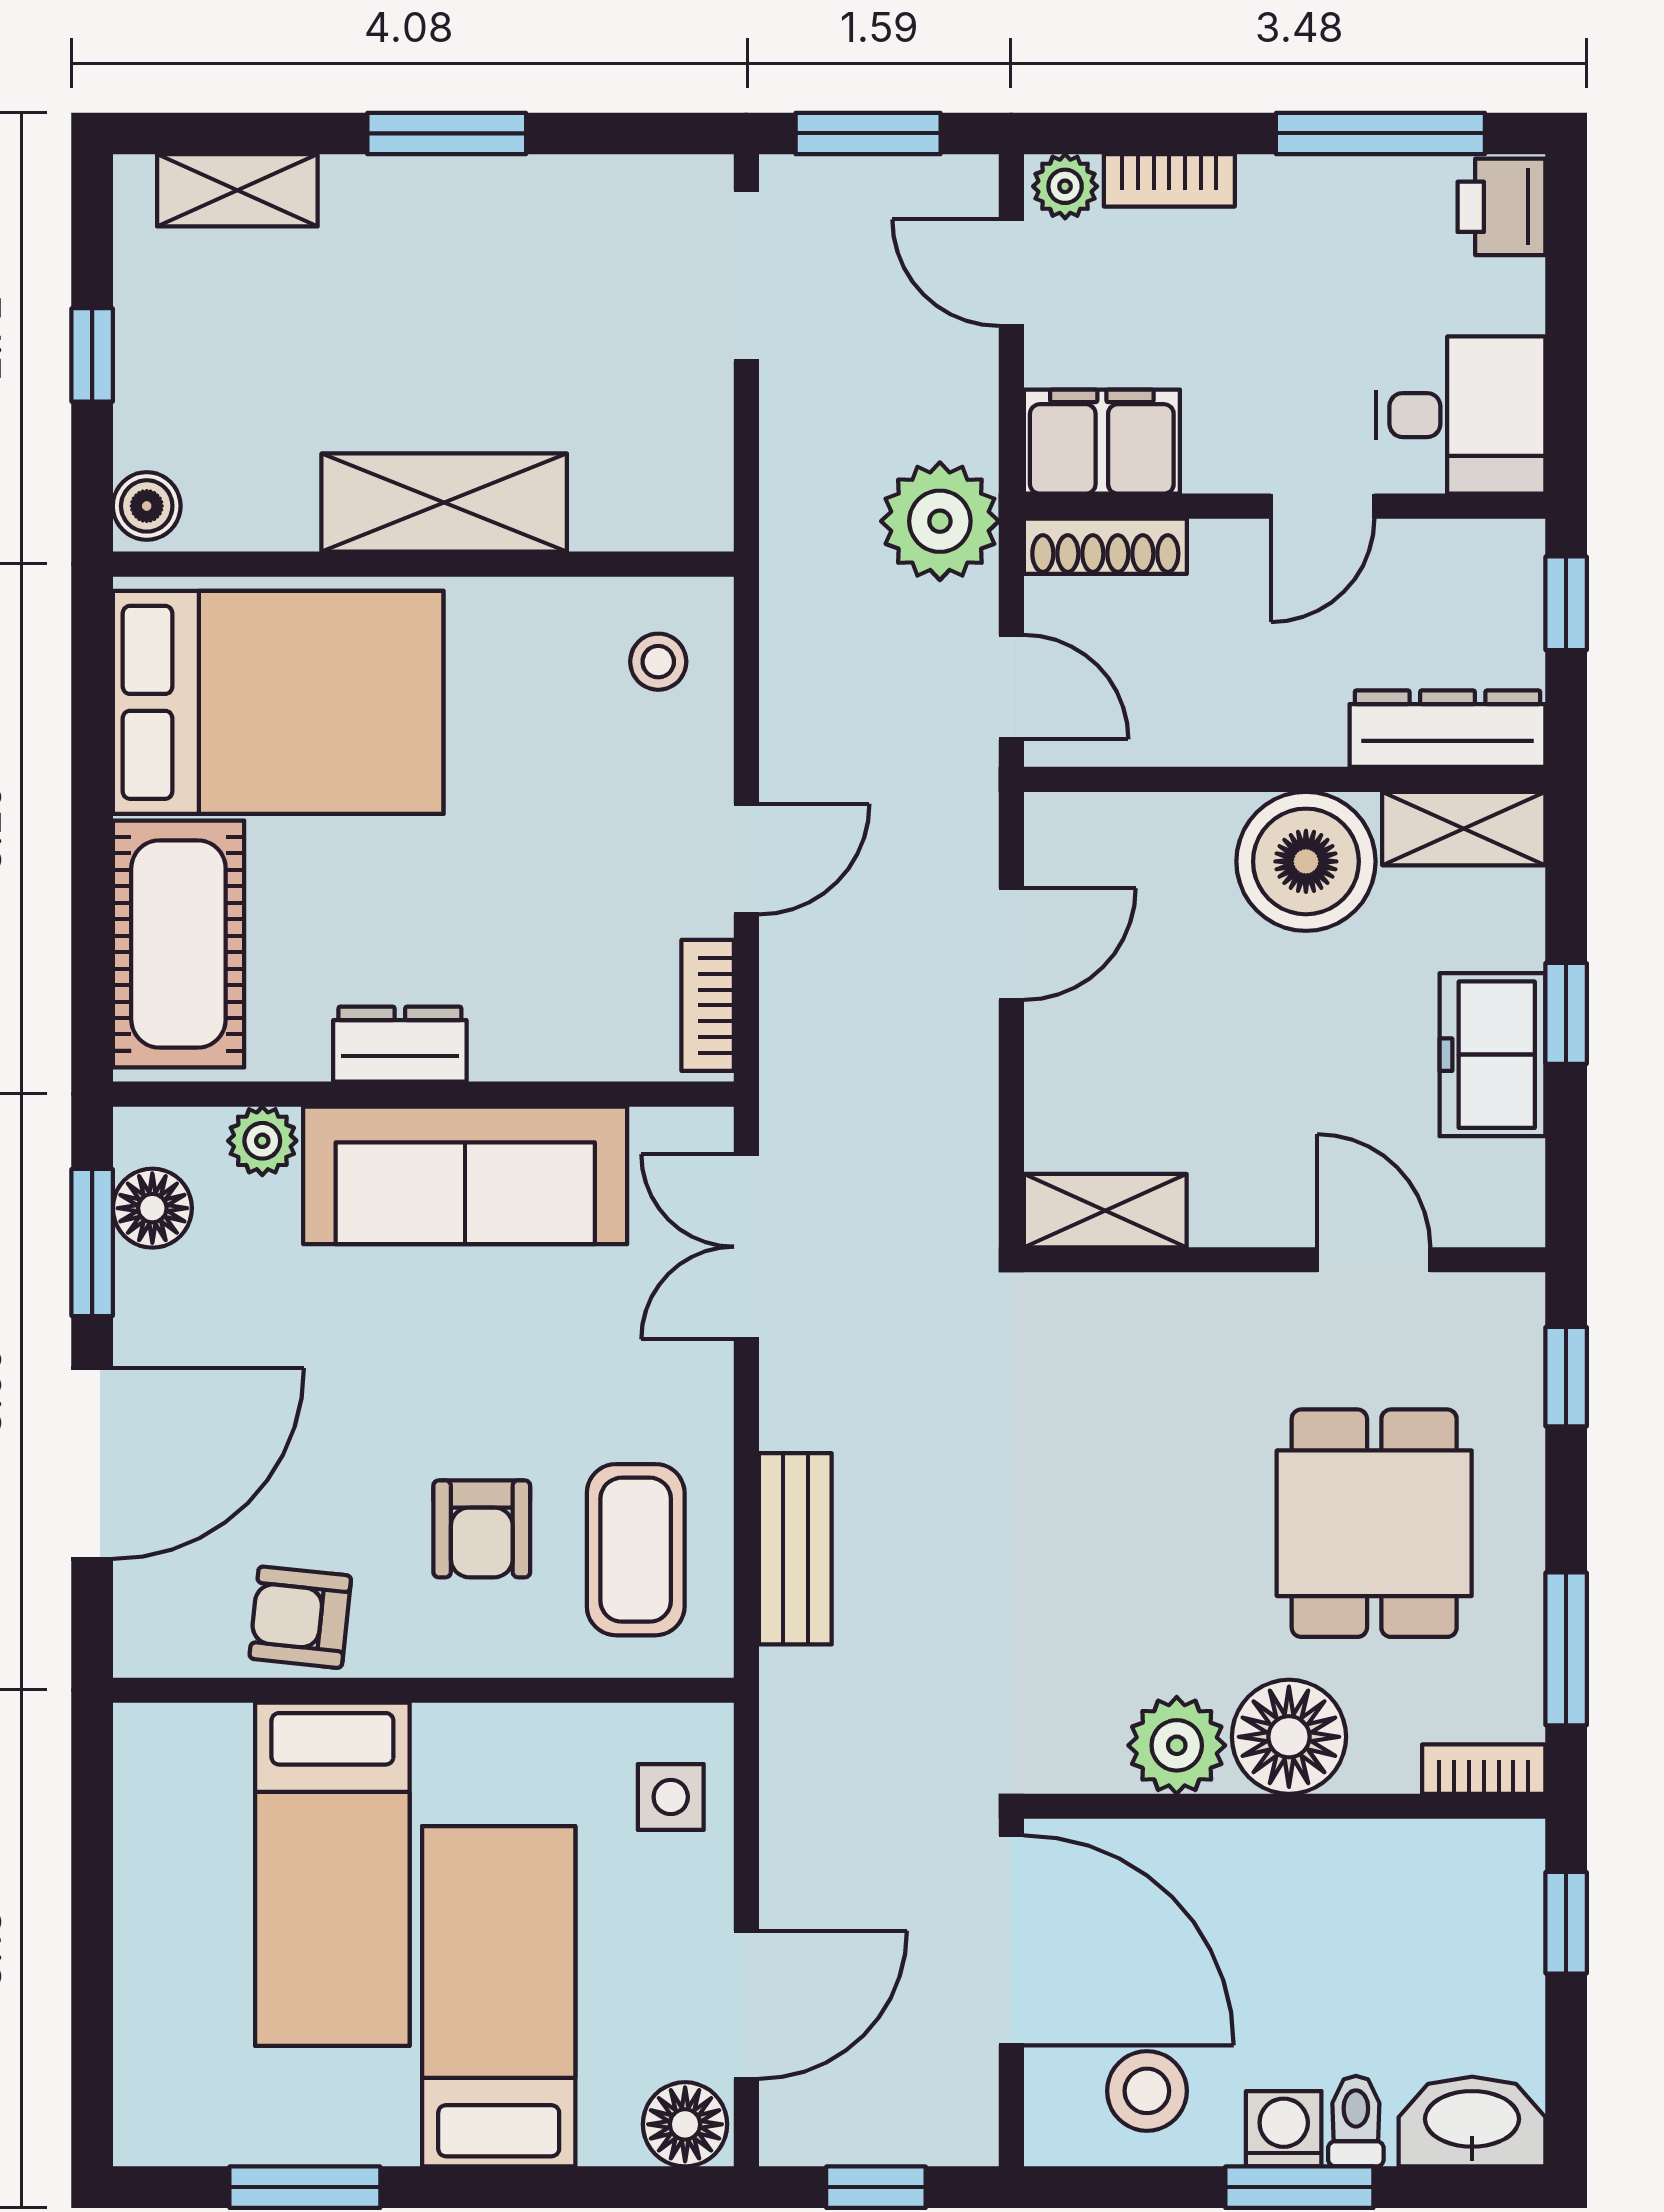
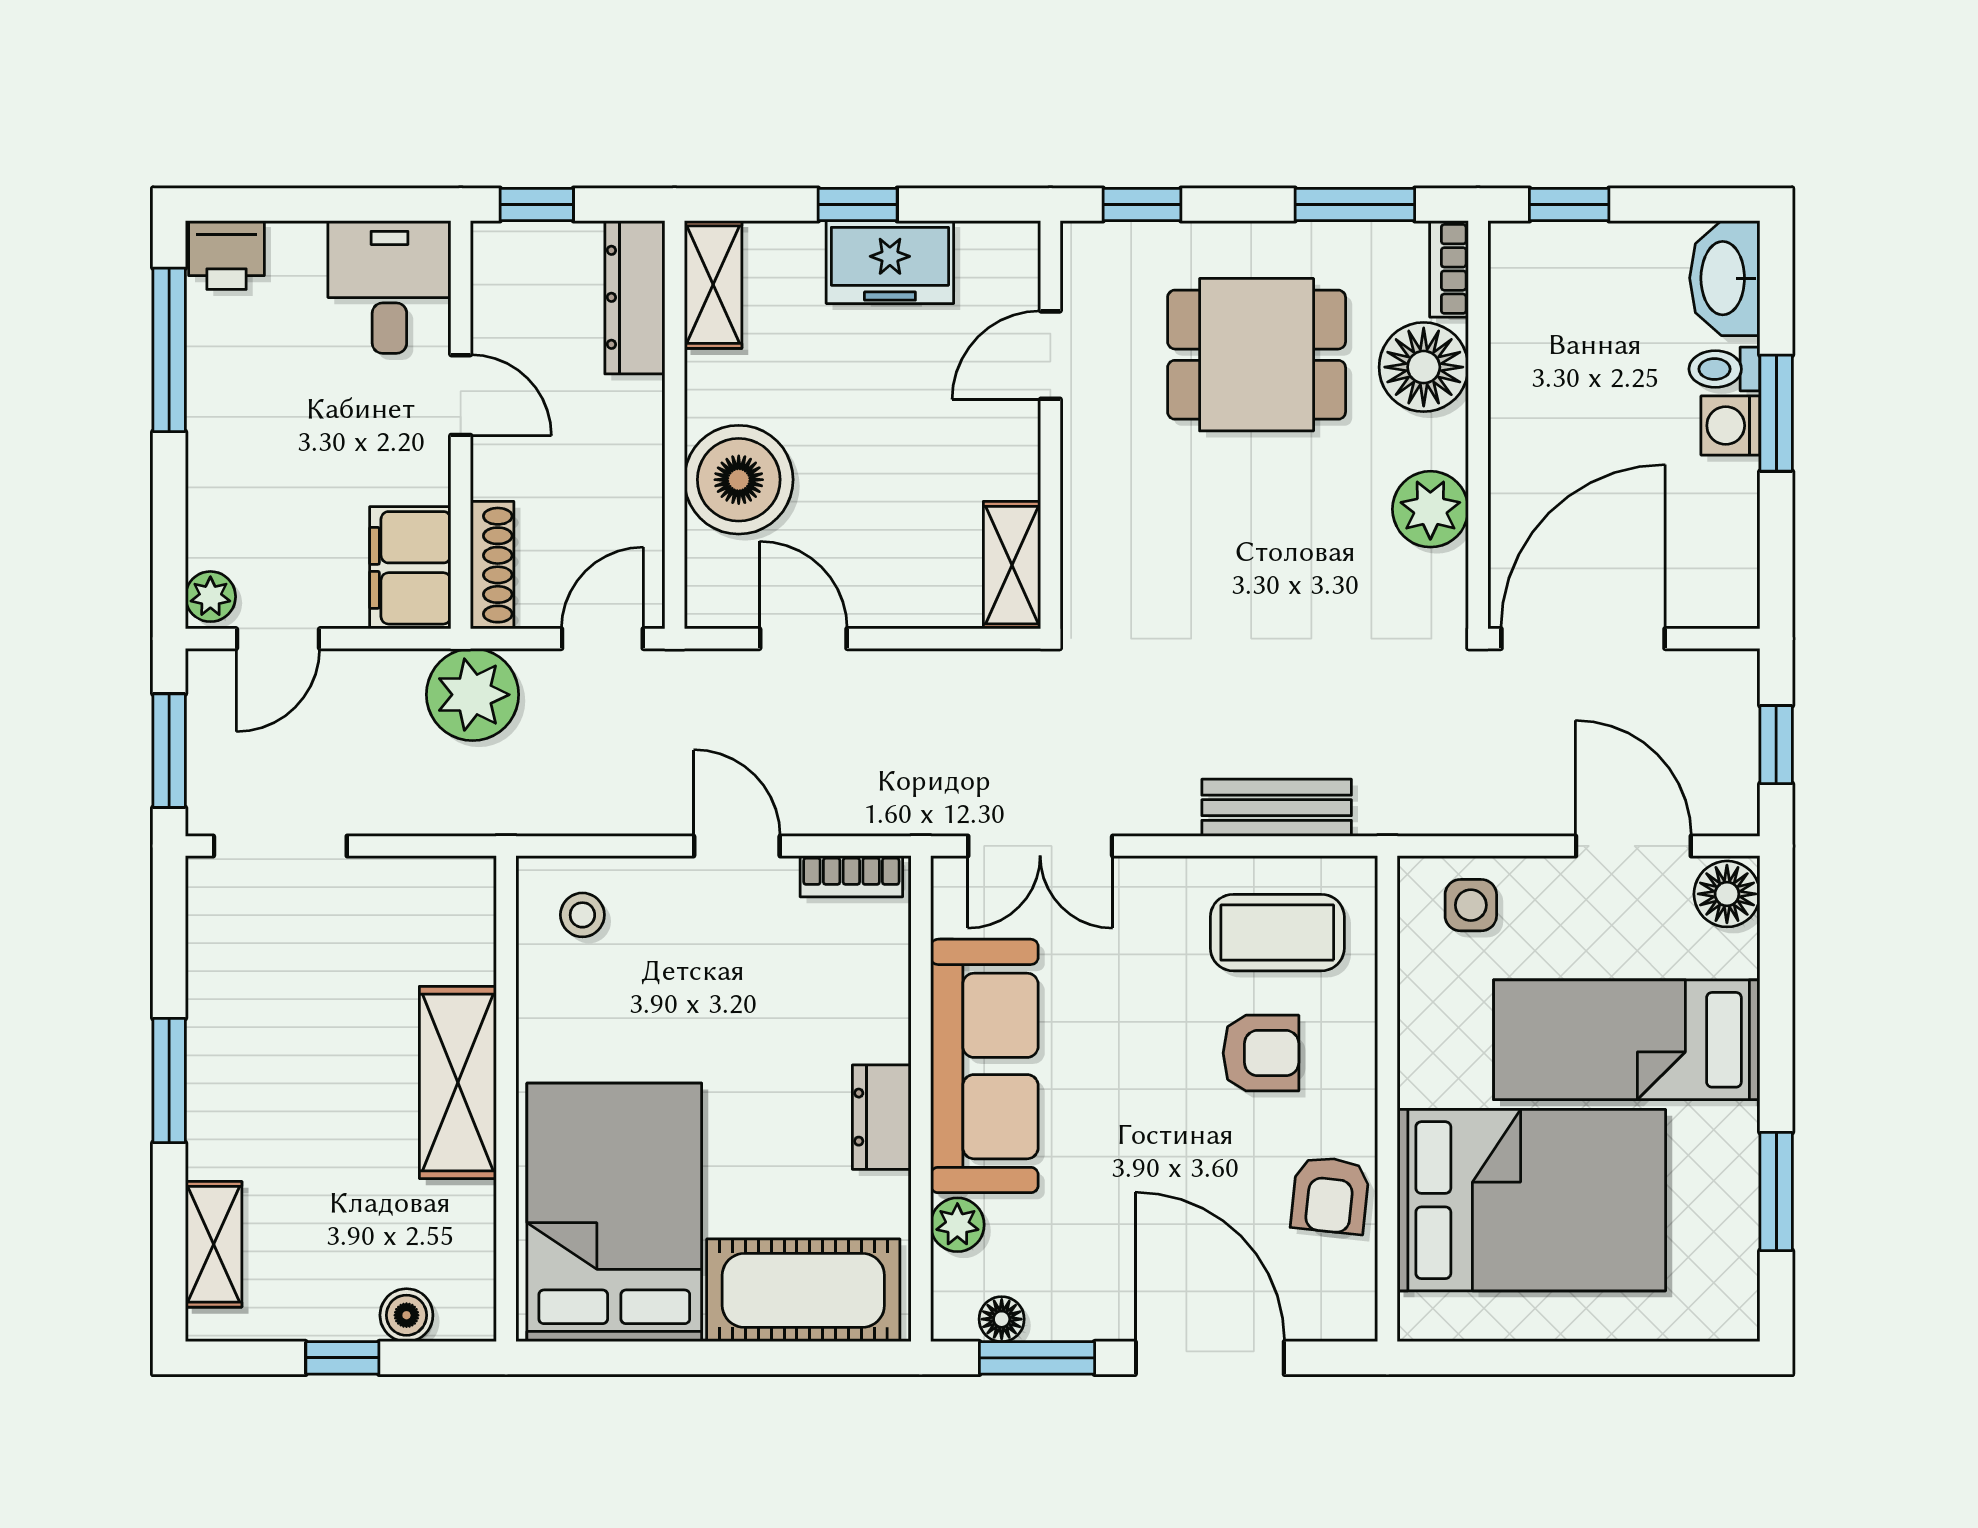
bookcase: (1169, 180) -> (206, 515), removed
boiler: (147, 506) -> (406, 1315), moved
boiler: (1306, 861) -> (739, 480), moved
floor lamp: (152, 1208) -> (1002, 1319), width x0.73, depth x0.73
floor lamp: (1289, 1737) -> (1424, 367), moved
bed: (332, 1874) -> (1531, 1200), width x1.50
stool: (1147, 2091) -> (1701, 533), removed

